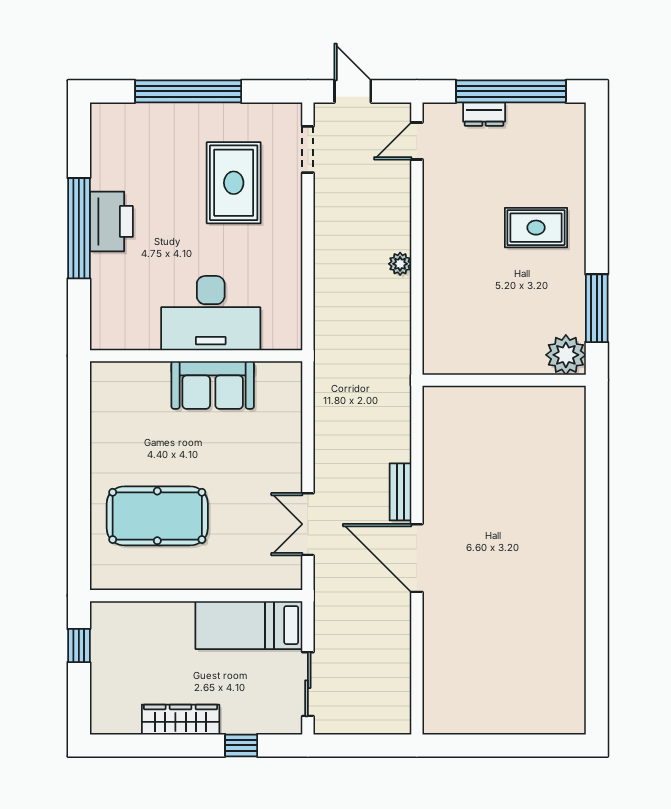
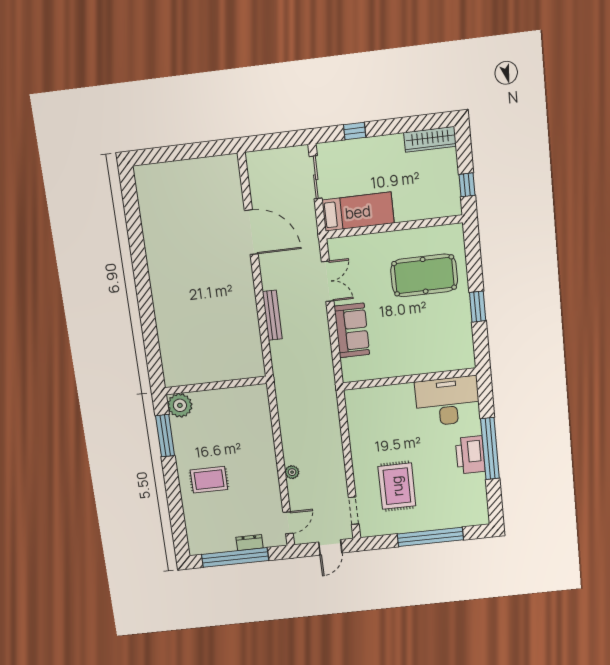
door: (353, 91) -> (330, 547), hinge flipped
plant: (400, 264) -> (292, 472), moved
desk: (211, 313) -> (447, 401), moved
sofa: (213, 385) -> (352, 330), moved, turned 90
window: (79, 458) -> (478, 307), added
bench: (401, 492) -> (272, 315), width x1.36
door: (417, 558) -> (251, 232), moved
wardrobe: (181, 720) -> (430, 139), moved

